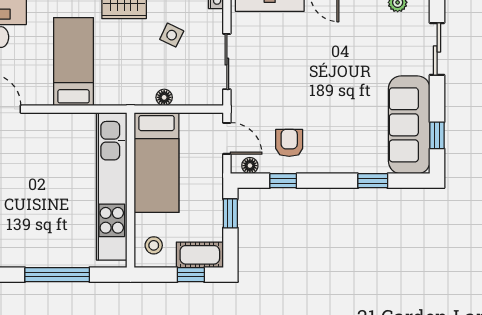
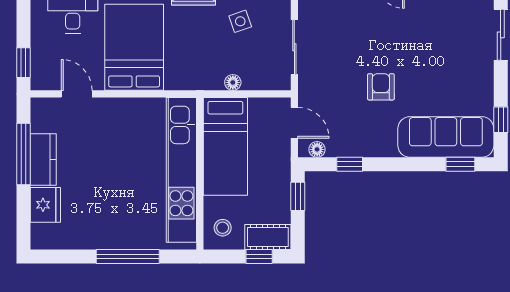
side table: (172, 35) -> (240, 21), turned 45
bed: (73, 62) -> (134, 47), width x1.50
sofa: (409, 125) -> (446, 137), moved, turned 90
armchair: (289, 143) -> (381, 87), moved
window: (373, 181) -> (460, 164), moved

